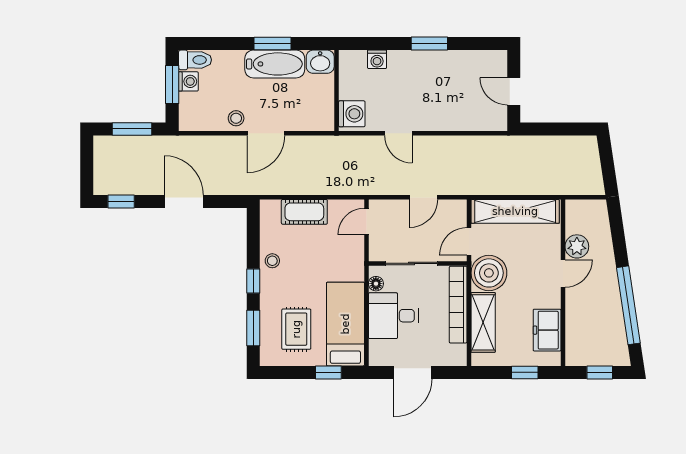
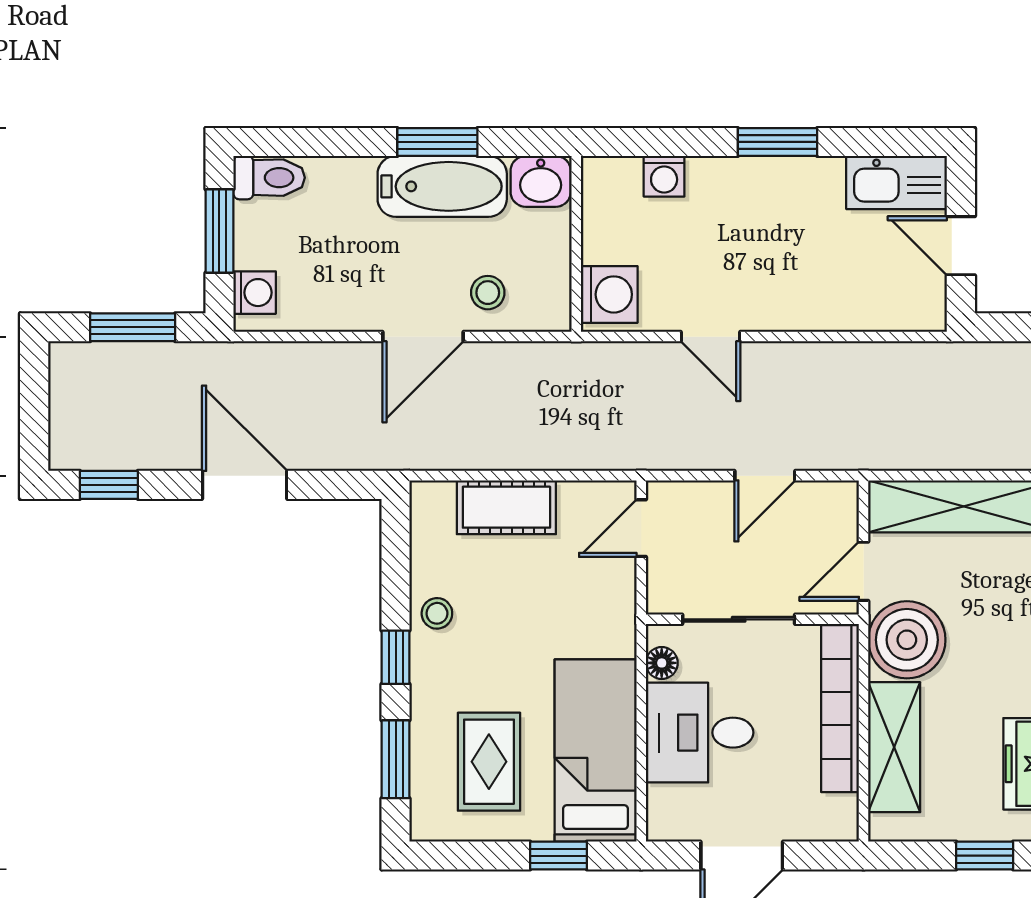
kitchen sink: (484, 62) -> (897, 182), added
washing machine: (188, 81) -> (255, 293), moved
stool: (236, 118) -> (488, 293), moved

